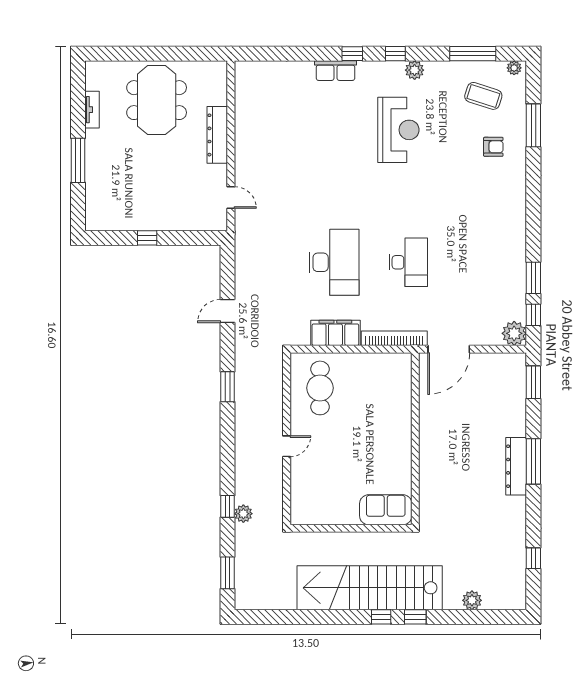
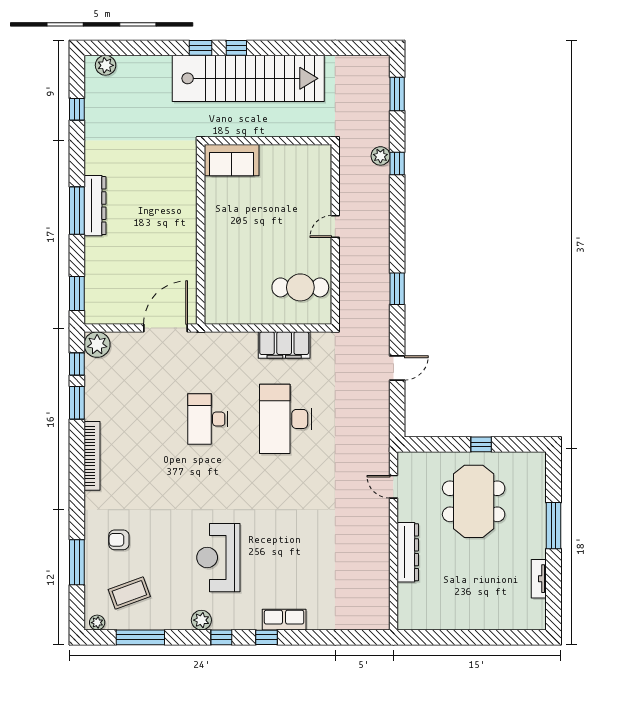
coffee table: (483, 96) -> (129, 593), turned -38
meeting table: (157, 100) -> (474, 501), moved
bookcase: (394, 338) -> (92, 456), moved, turned -90
cafe table: (320, 388) -> (300, 287), turned 90
plant: (472, 600) -> (106, 65), moved

